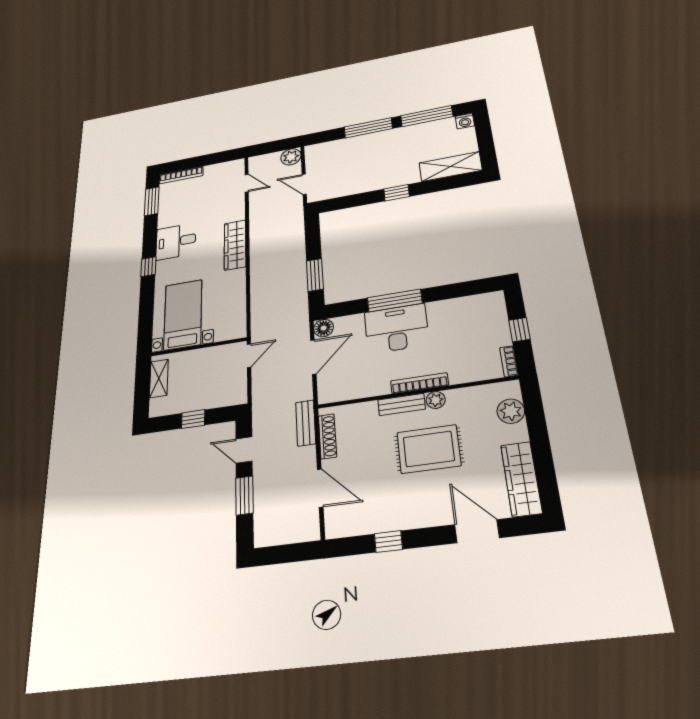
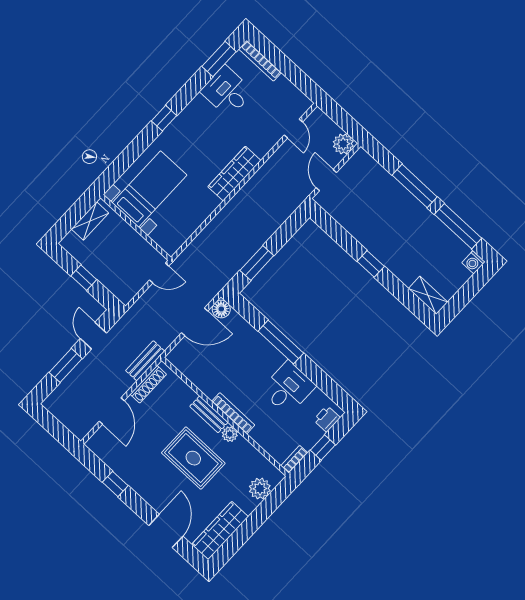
shelving: (450, 167) -> (428, 295), width x0.67, depth x0.75
desk: (176, 241) -> (227, 91), moved
printer: (495, 309) -> (327, 419), added
desk: (396, 329) -> (288, 388), moved, width x0.73

